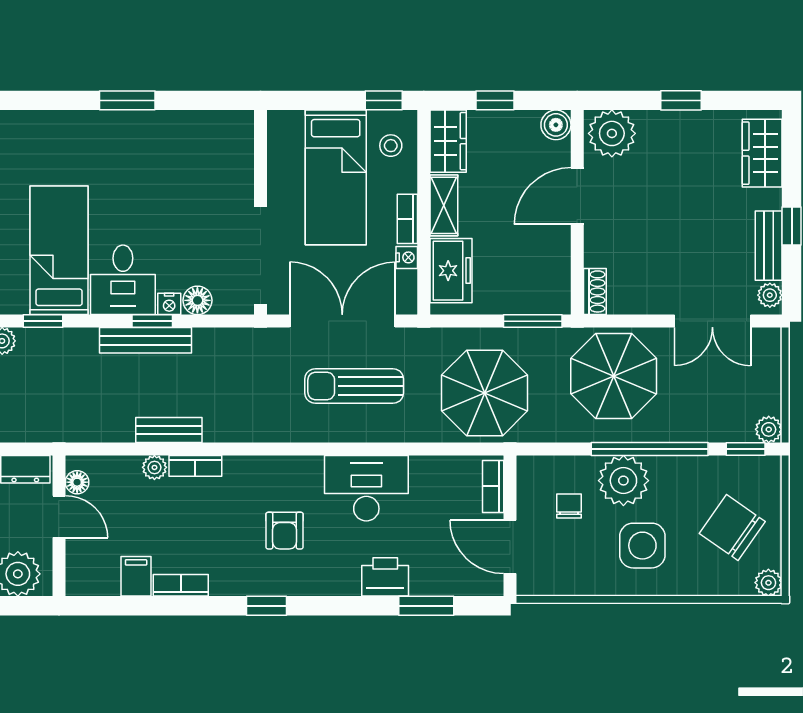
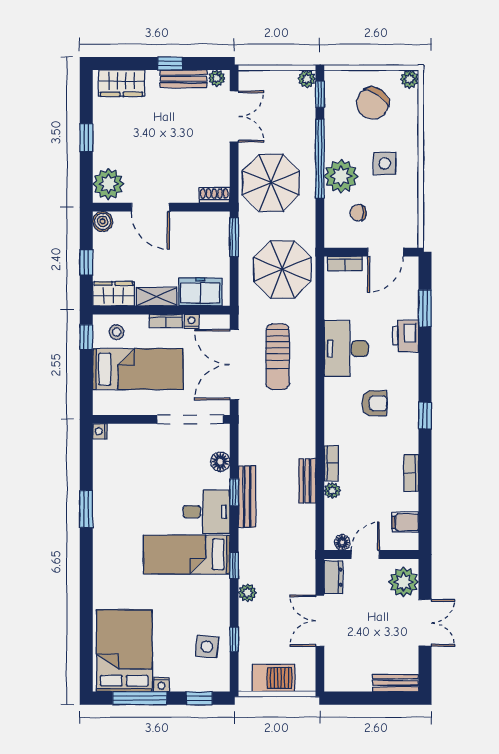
nightstand: (169, 304) -> (100, 431), moved, turned 180
side table: (642, 546) -> (385, 163), width x0.73, depth x0.73
filing cabinet: (136, 576) -> (405, 522), moved

